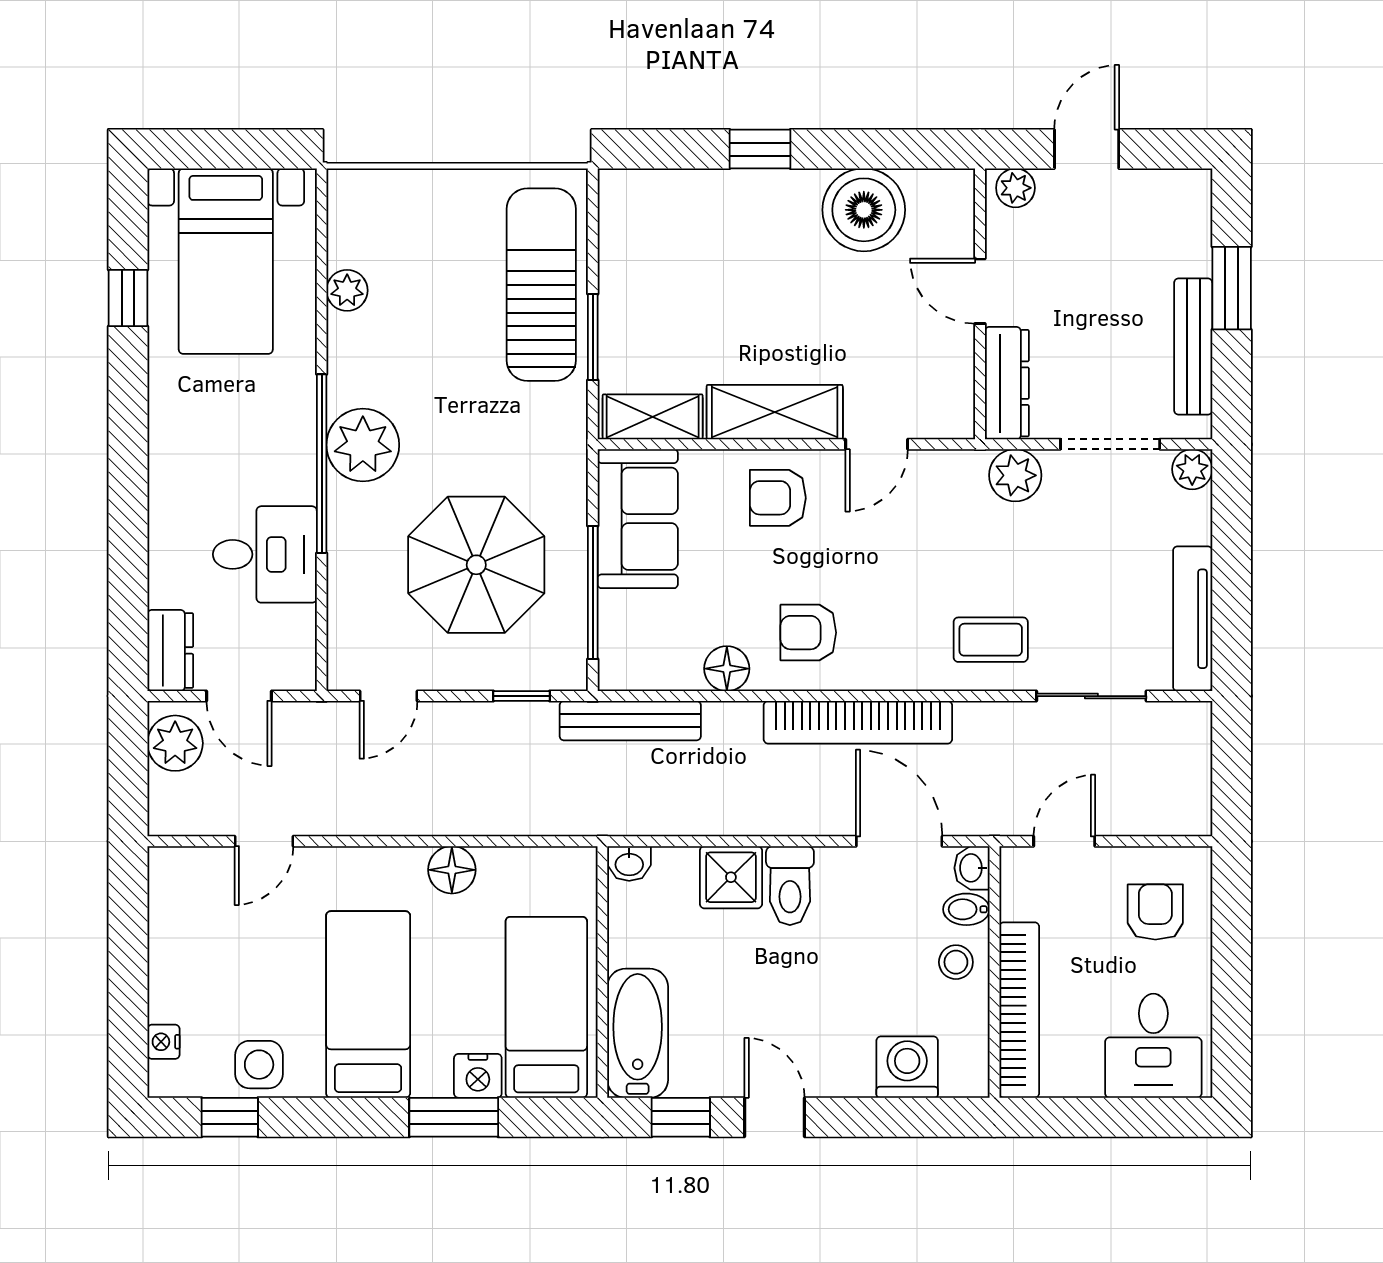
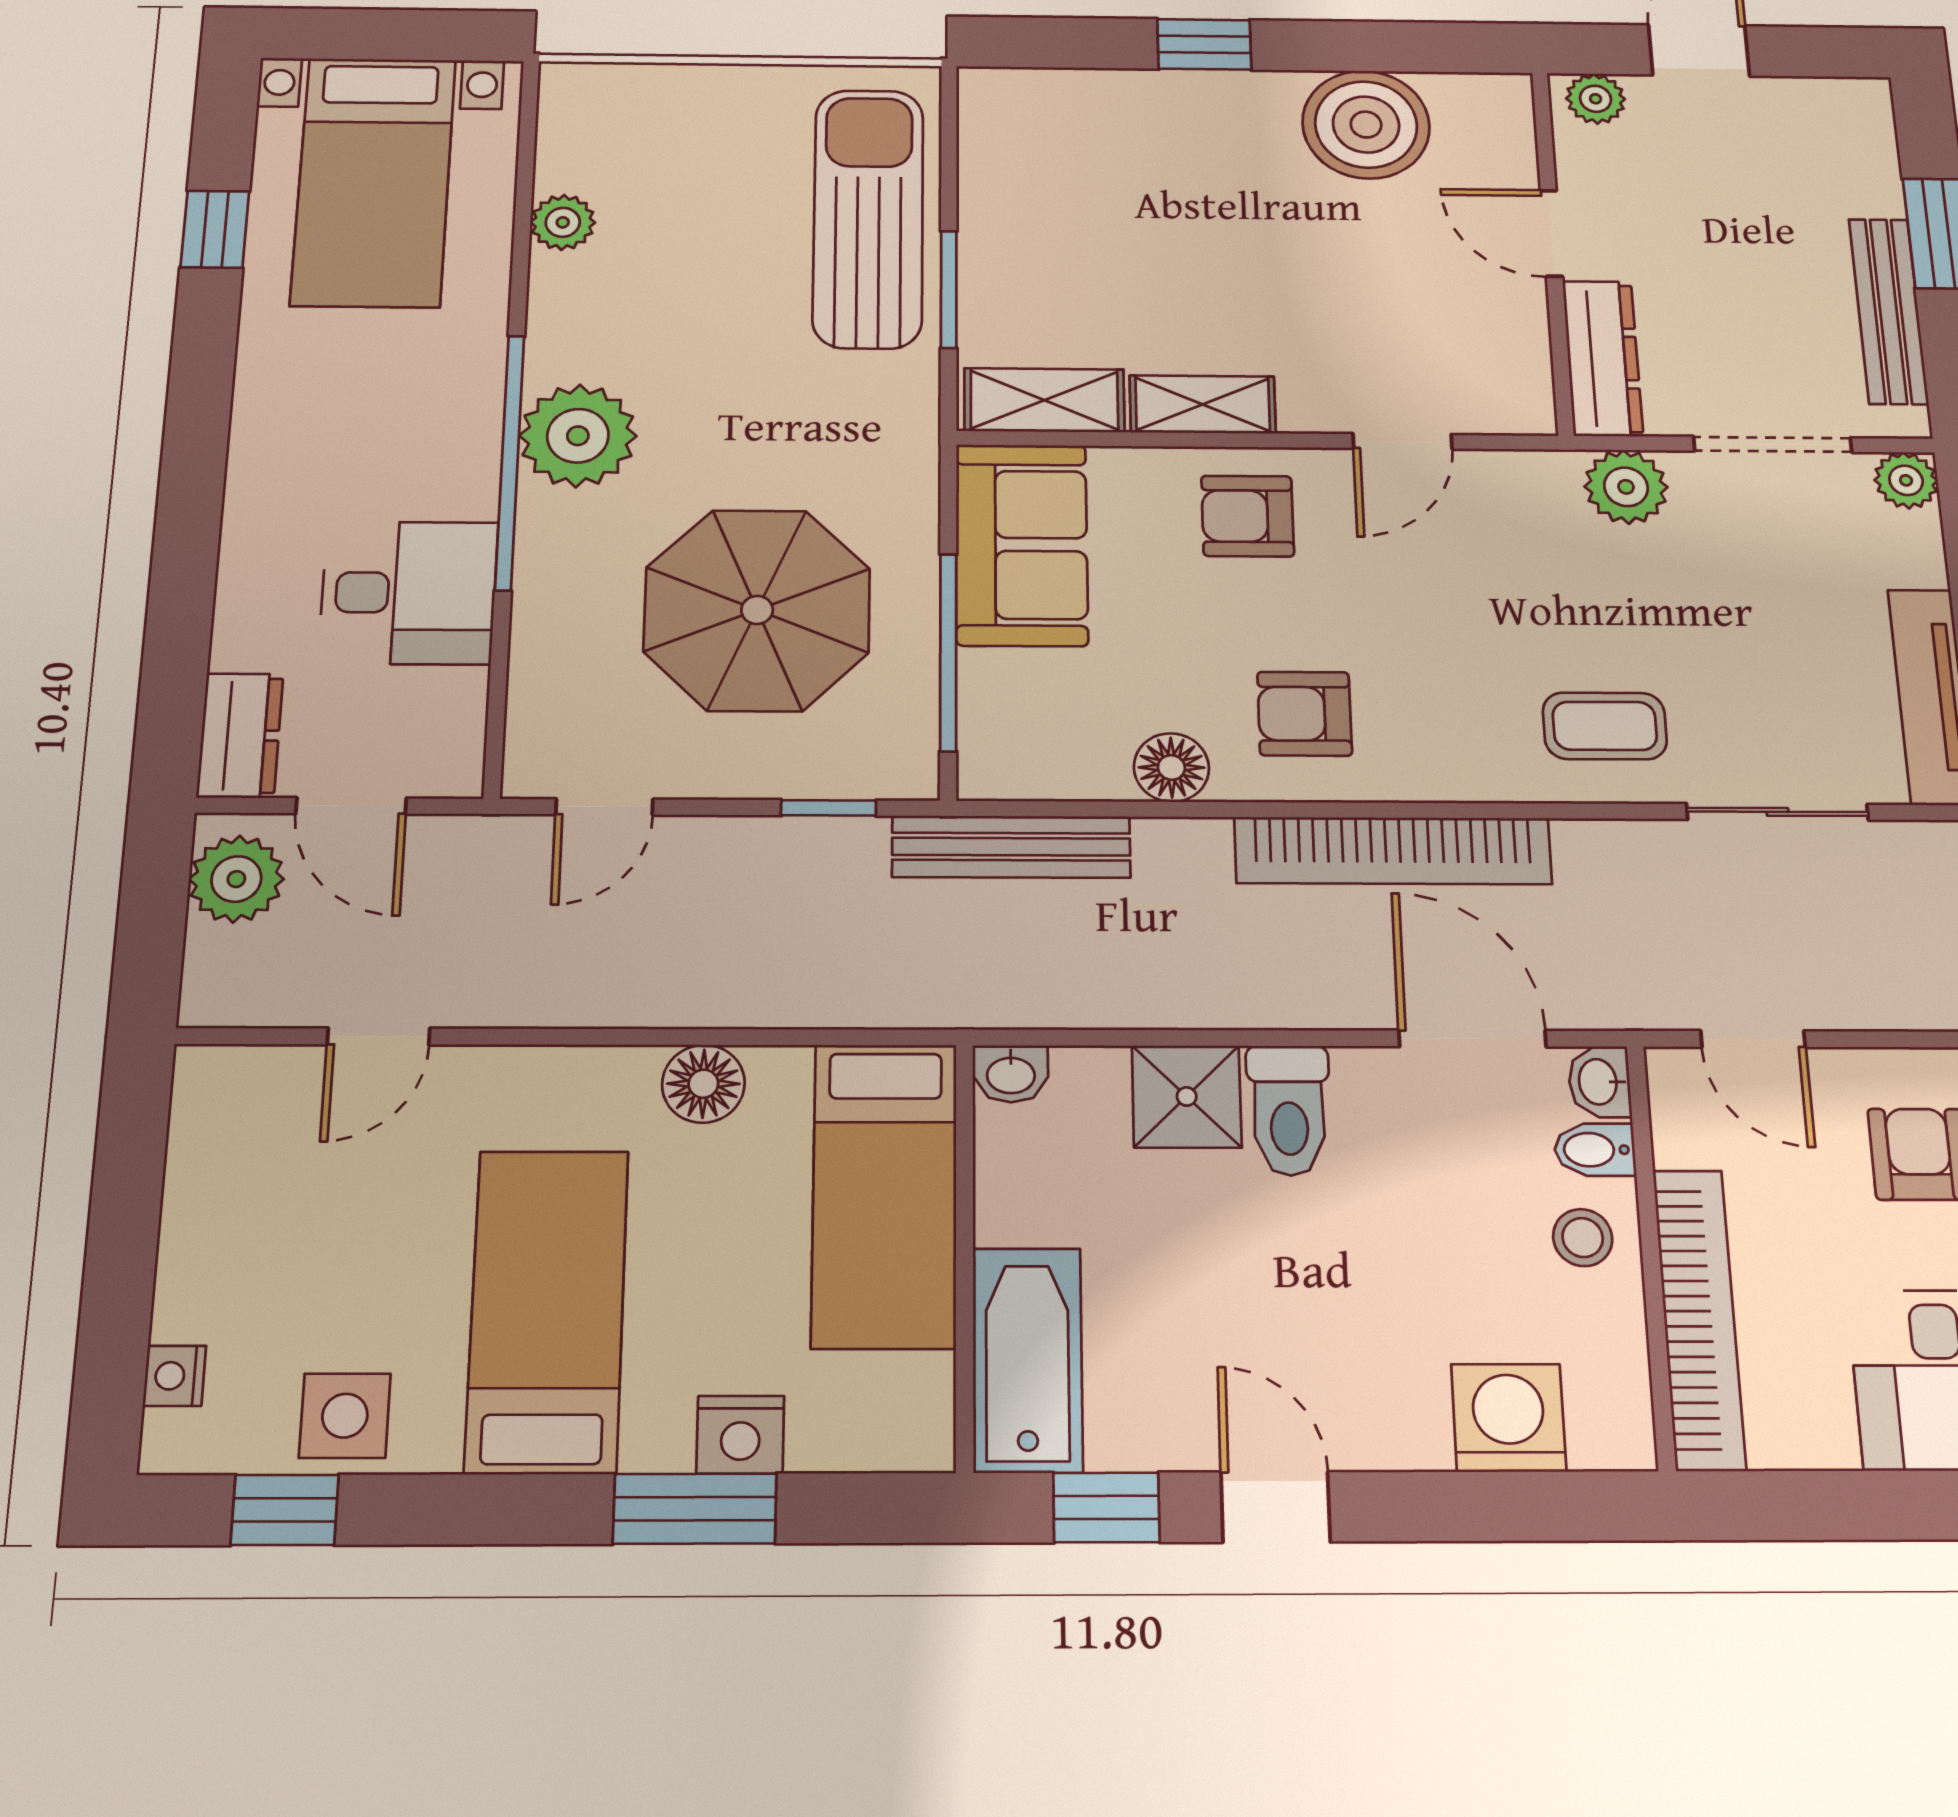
shelving: (775, 412) -> (1203, 404), width x0.67, depth x0.75
door: (1064, 841) -> (1753, 1039), swing flipped
bed: (546, 1007) -> (885, 1195), moved, turned 180

